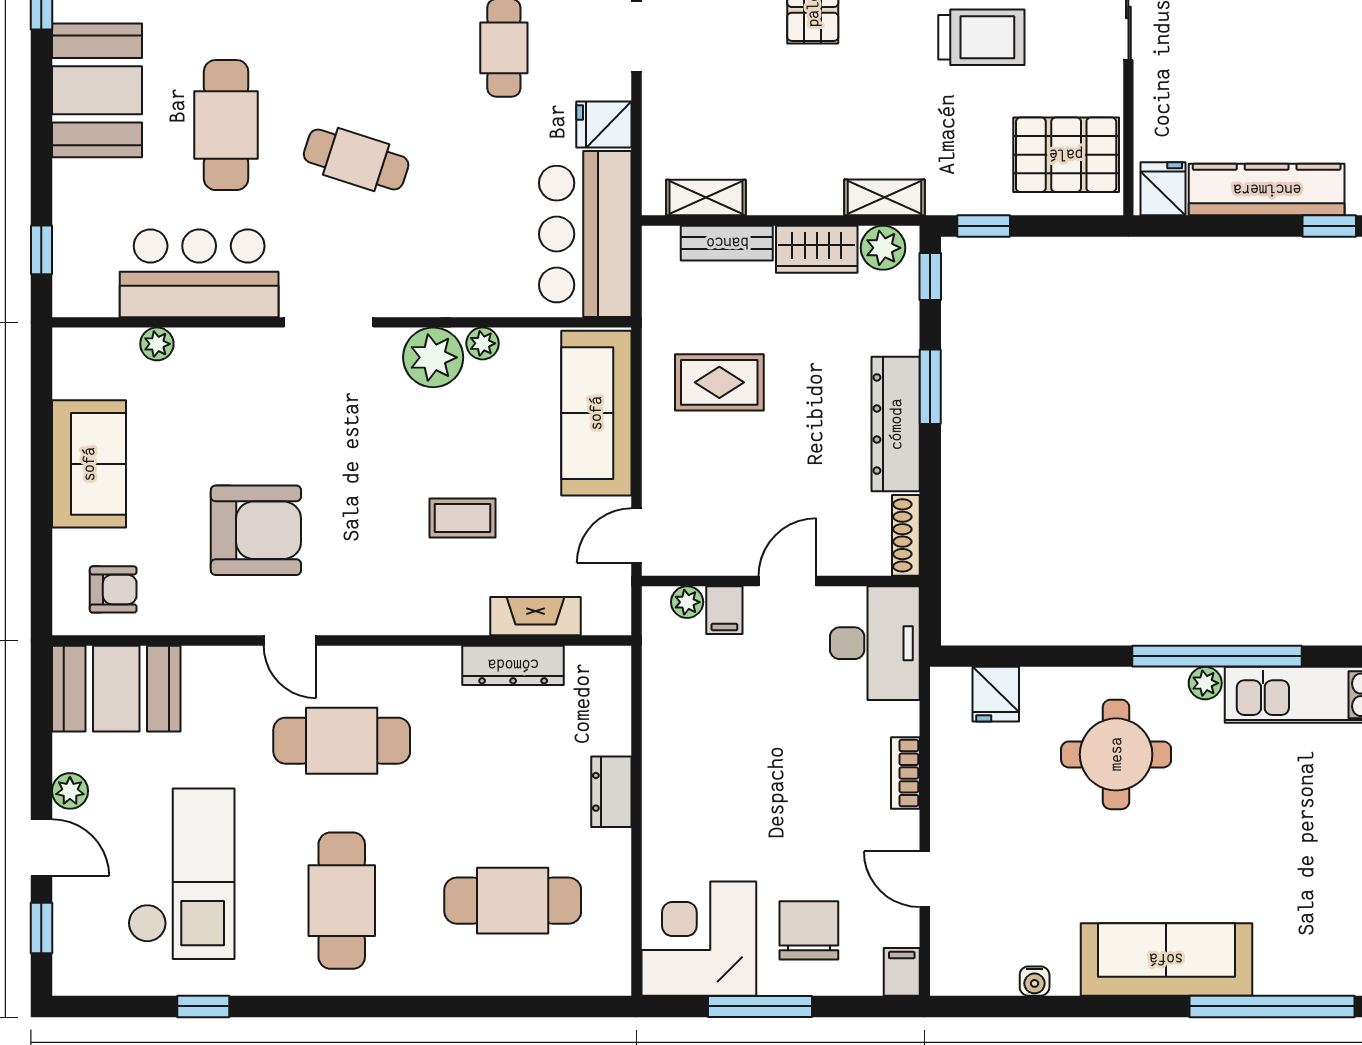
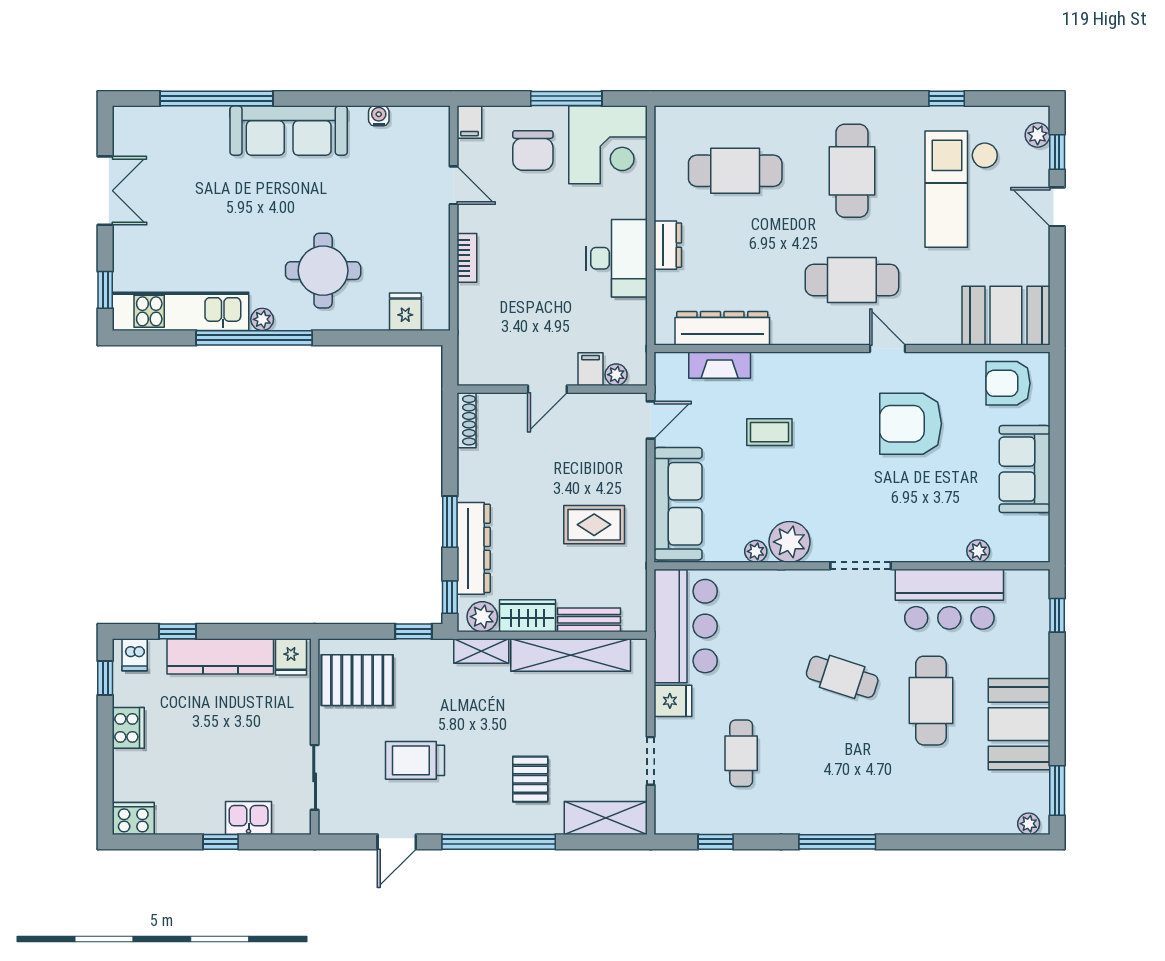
shelving: (706, 198) -> (571, 655), width x2.20, depth x1.33
dresser: (896, 424) -> (474, 548), moved
armchair: (113, 589) -> (1008, 383), width x1.38, depth x1.38
desk: (875, 643) -> (617, 258), moved, turned 180
dresser: (513, 665) -> (722, 328), width x1.37, depth x1.24
plant: (70, 791) -> (1038, 135), moved

